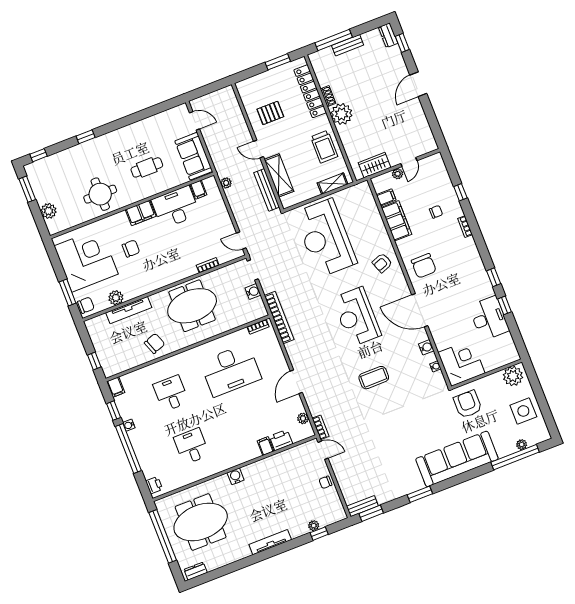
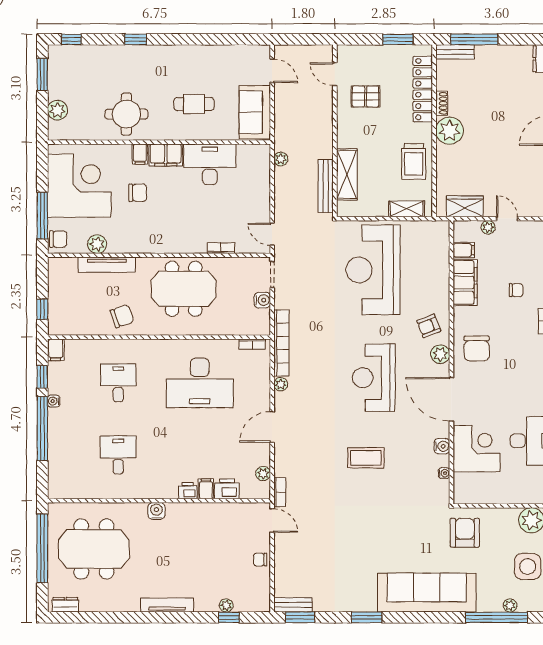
bench: (348, 45) -> (455, 52), moved
door: (258, 149) -> (335, 74), moved
door: (409, 162) -> (507, 219), swing flipped
filing cabinet: (198, 190) -> (140, 154), moved
plant: (399, 280) -> (440, 354), added
window: (68, 292) -> (42, 216), width x1.44
plant: (290, 348) -> (281, 384), added
corner desk: (461, 363) -> (476, 449), moved
printer: (154, 485) -> (188, 491), moved, turned -90

